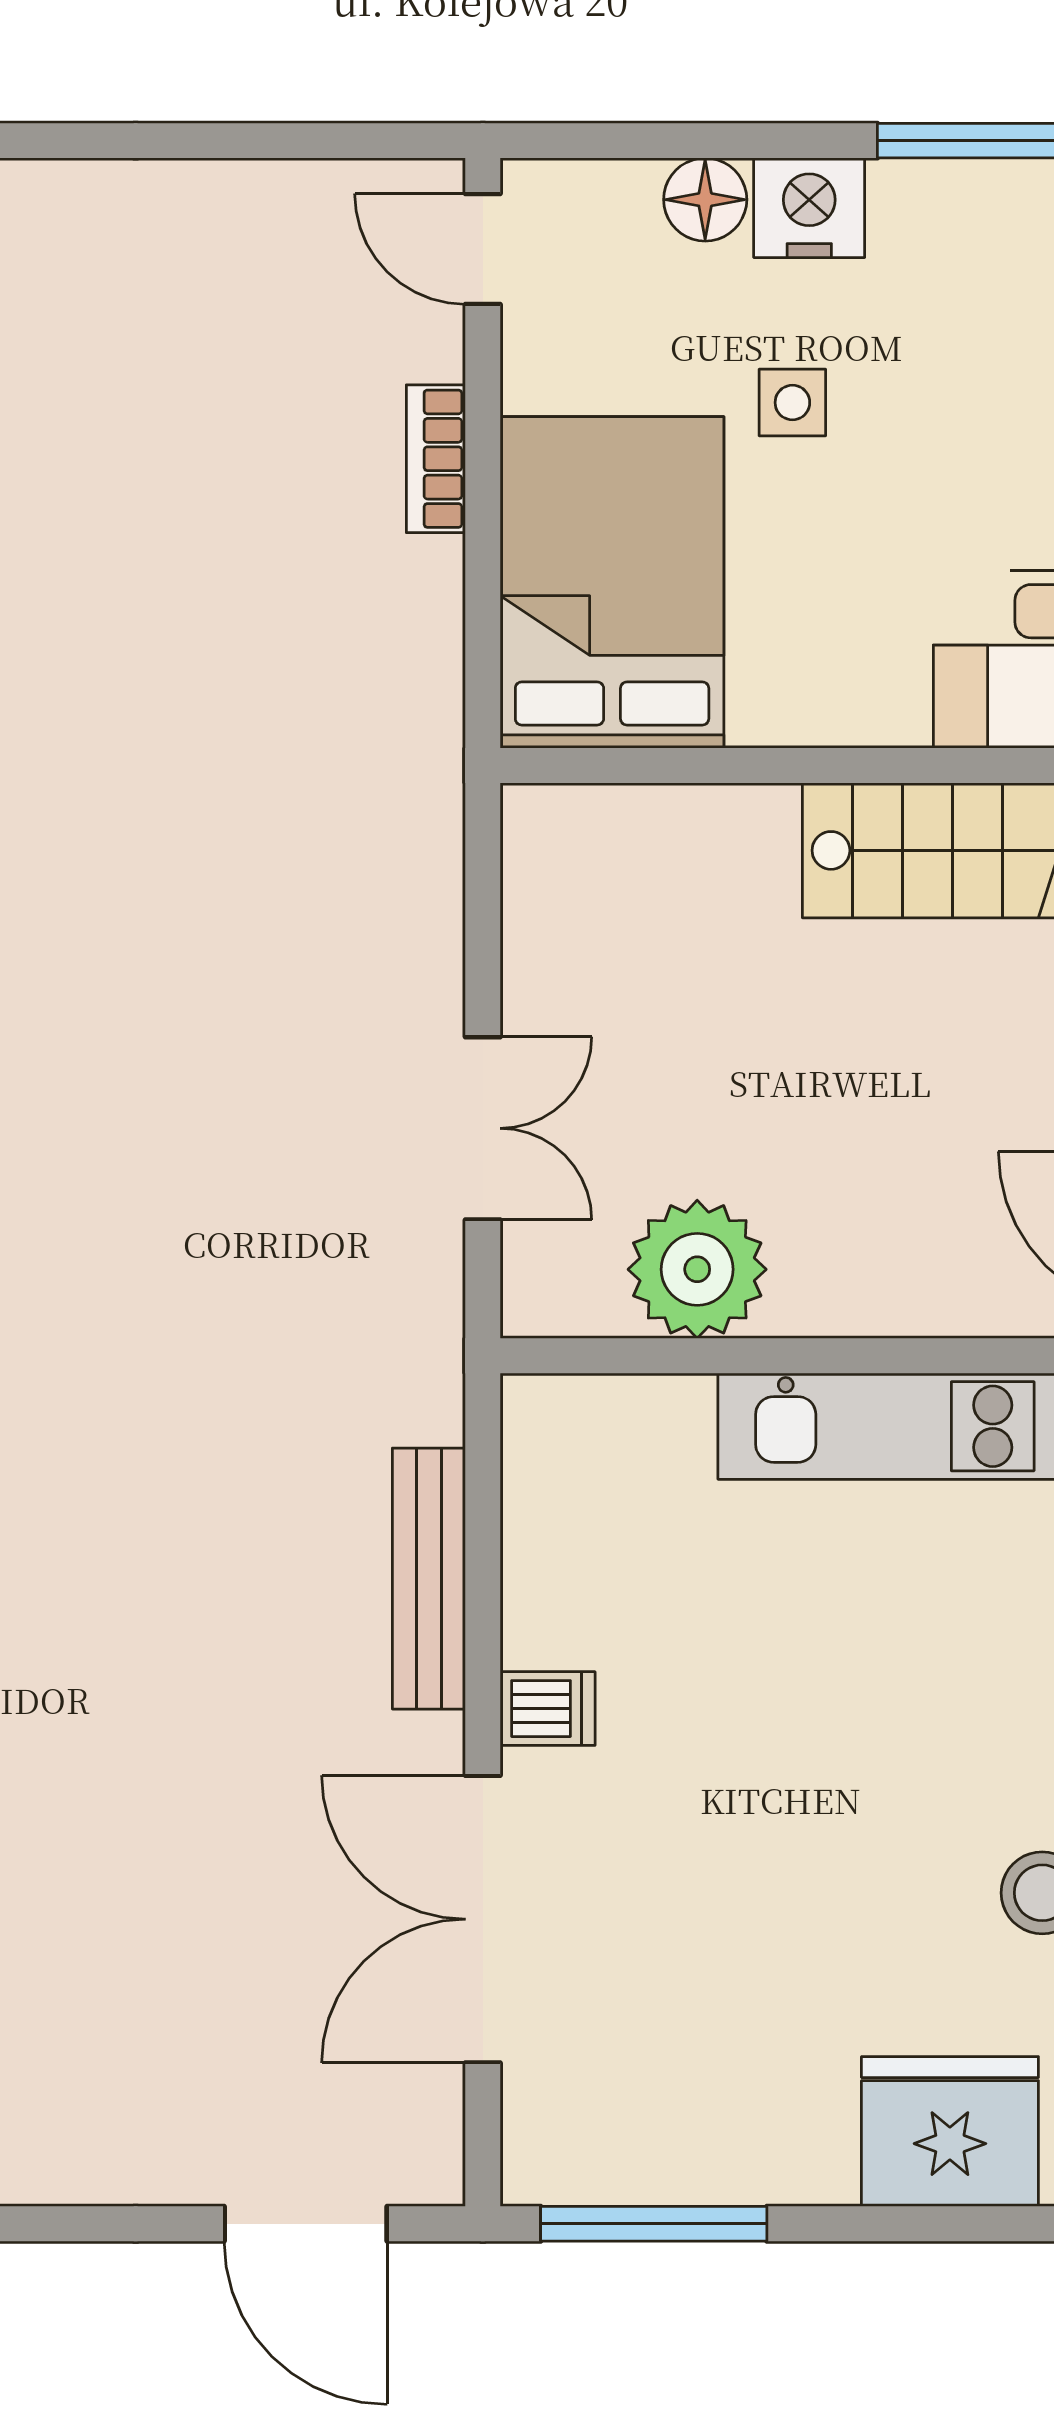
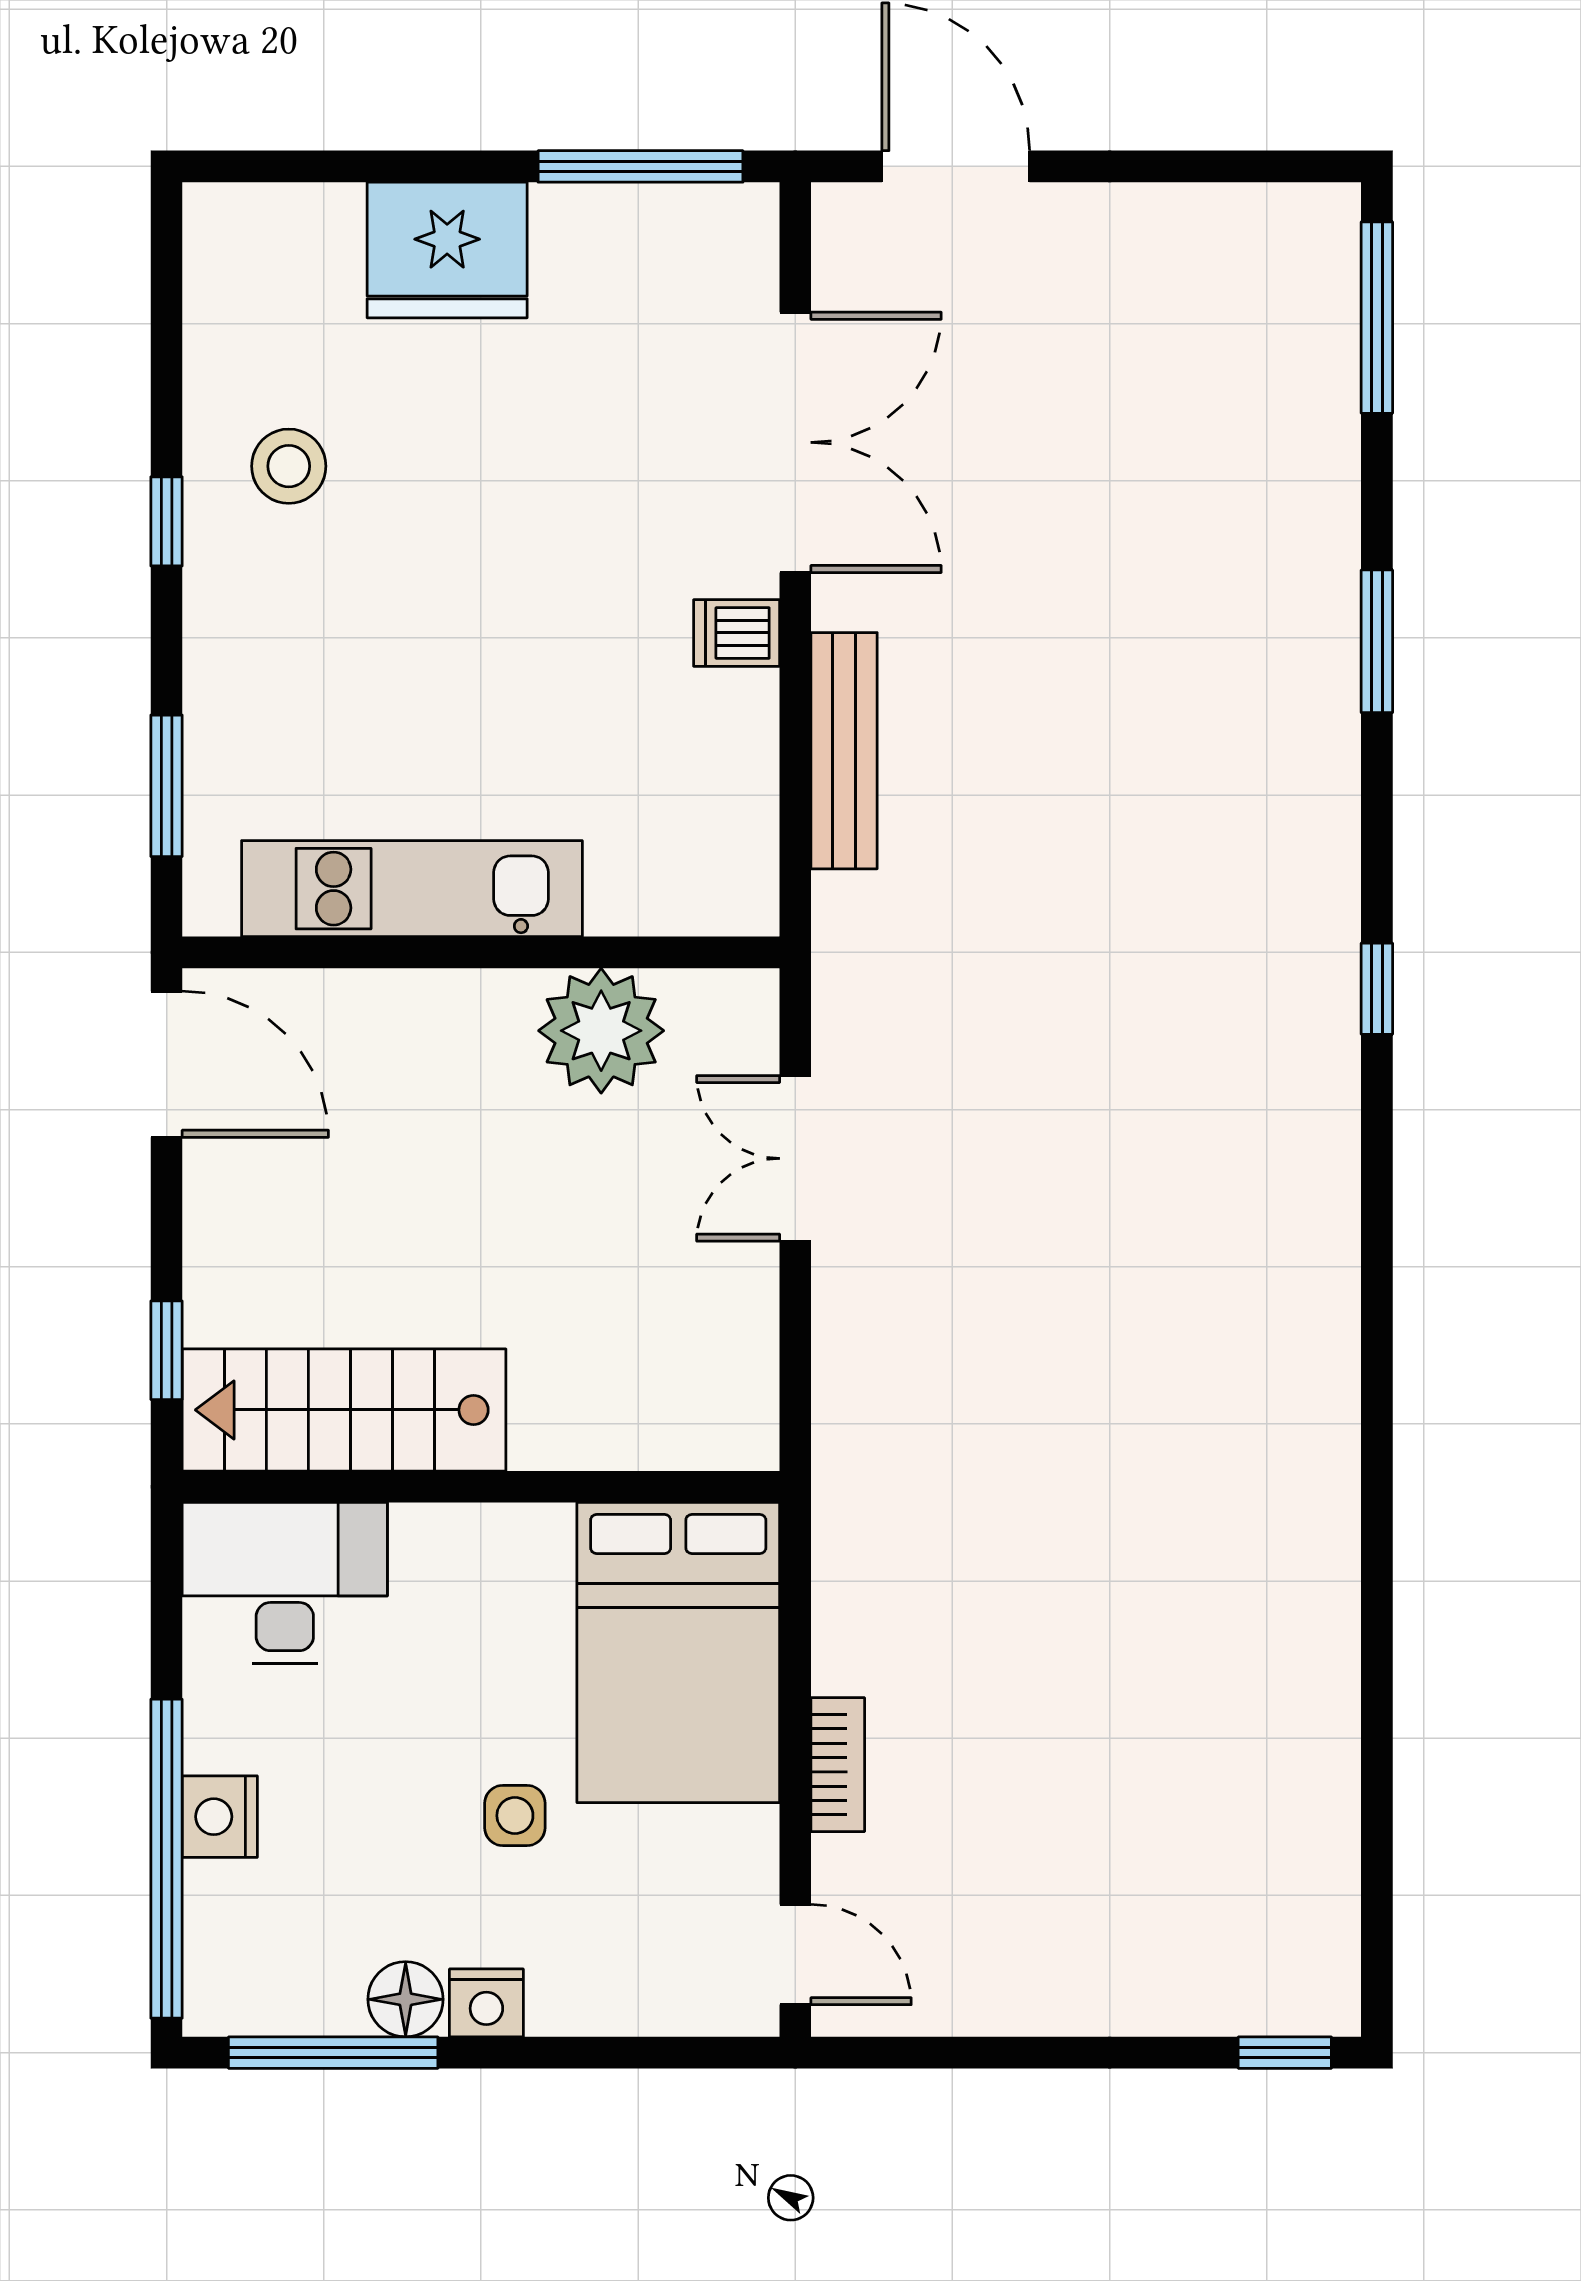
floor lamp: (705, 200) -> (406, 1999), moved
nightstand: (809, 208) -> (486, 2003), width x0.74, depth x0.75
fridge: (950, 2132) -> (447, 250), moved

